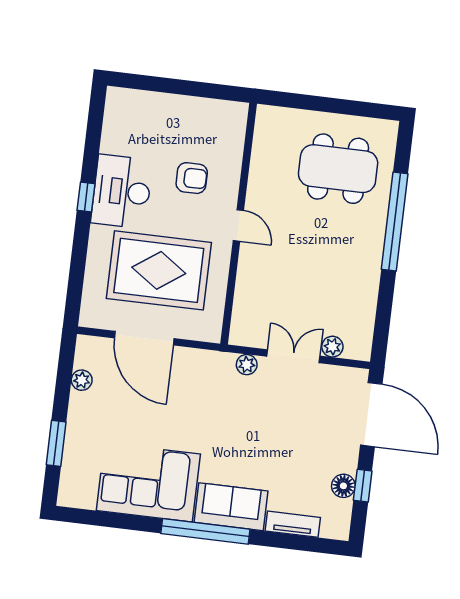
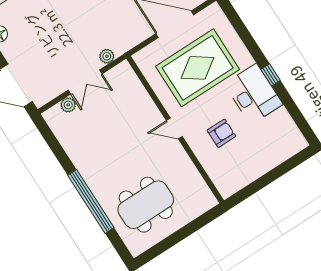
armchair: (192, 178) -> (221, 133), turned 180

